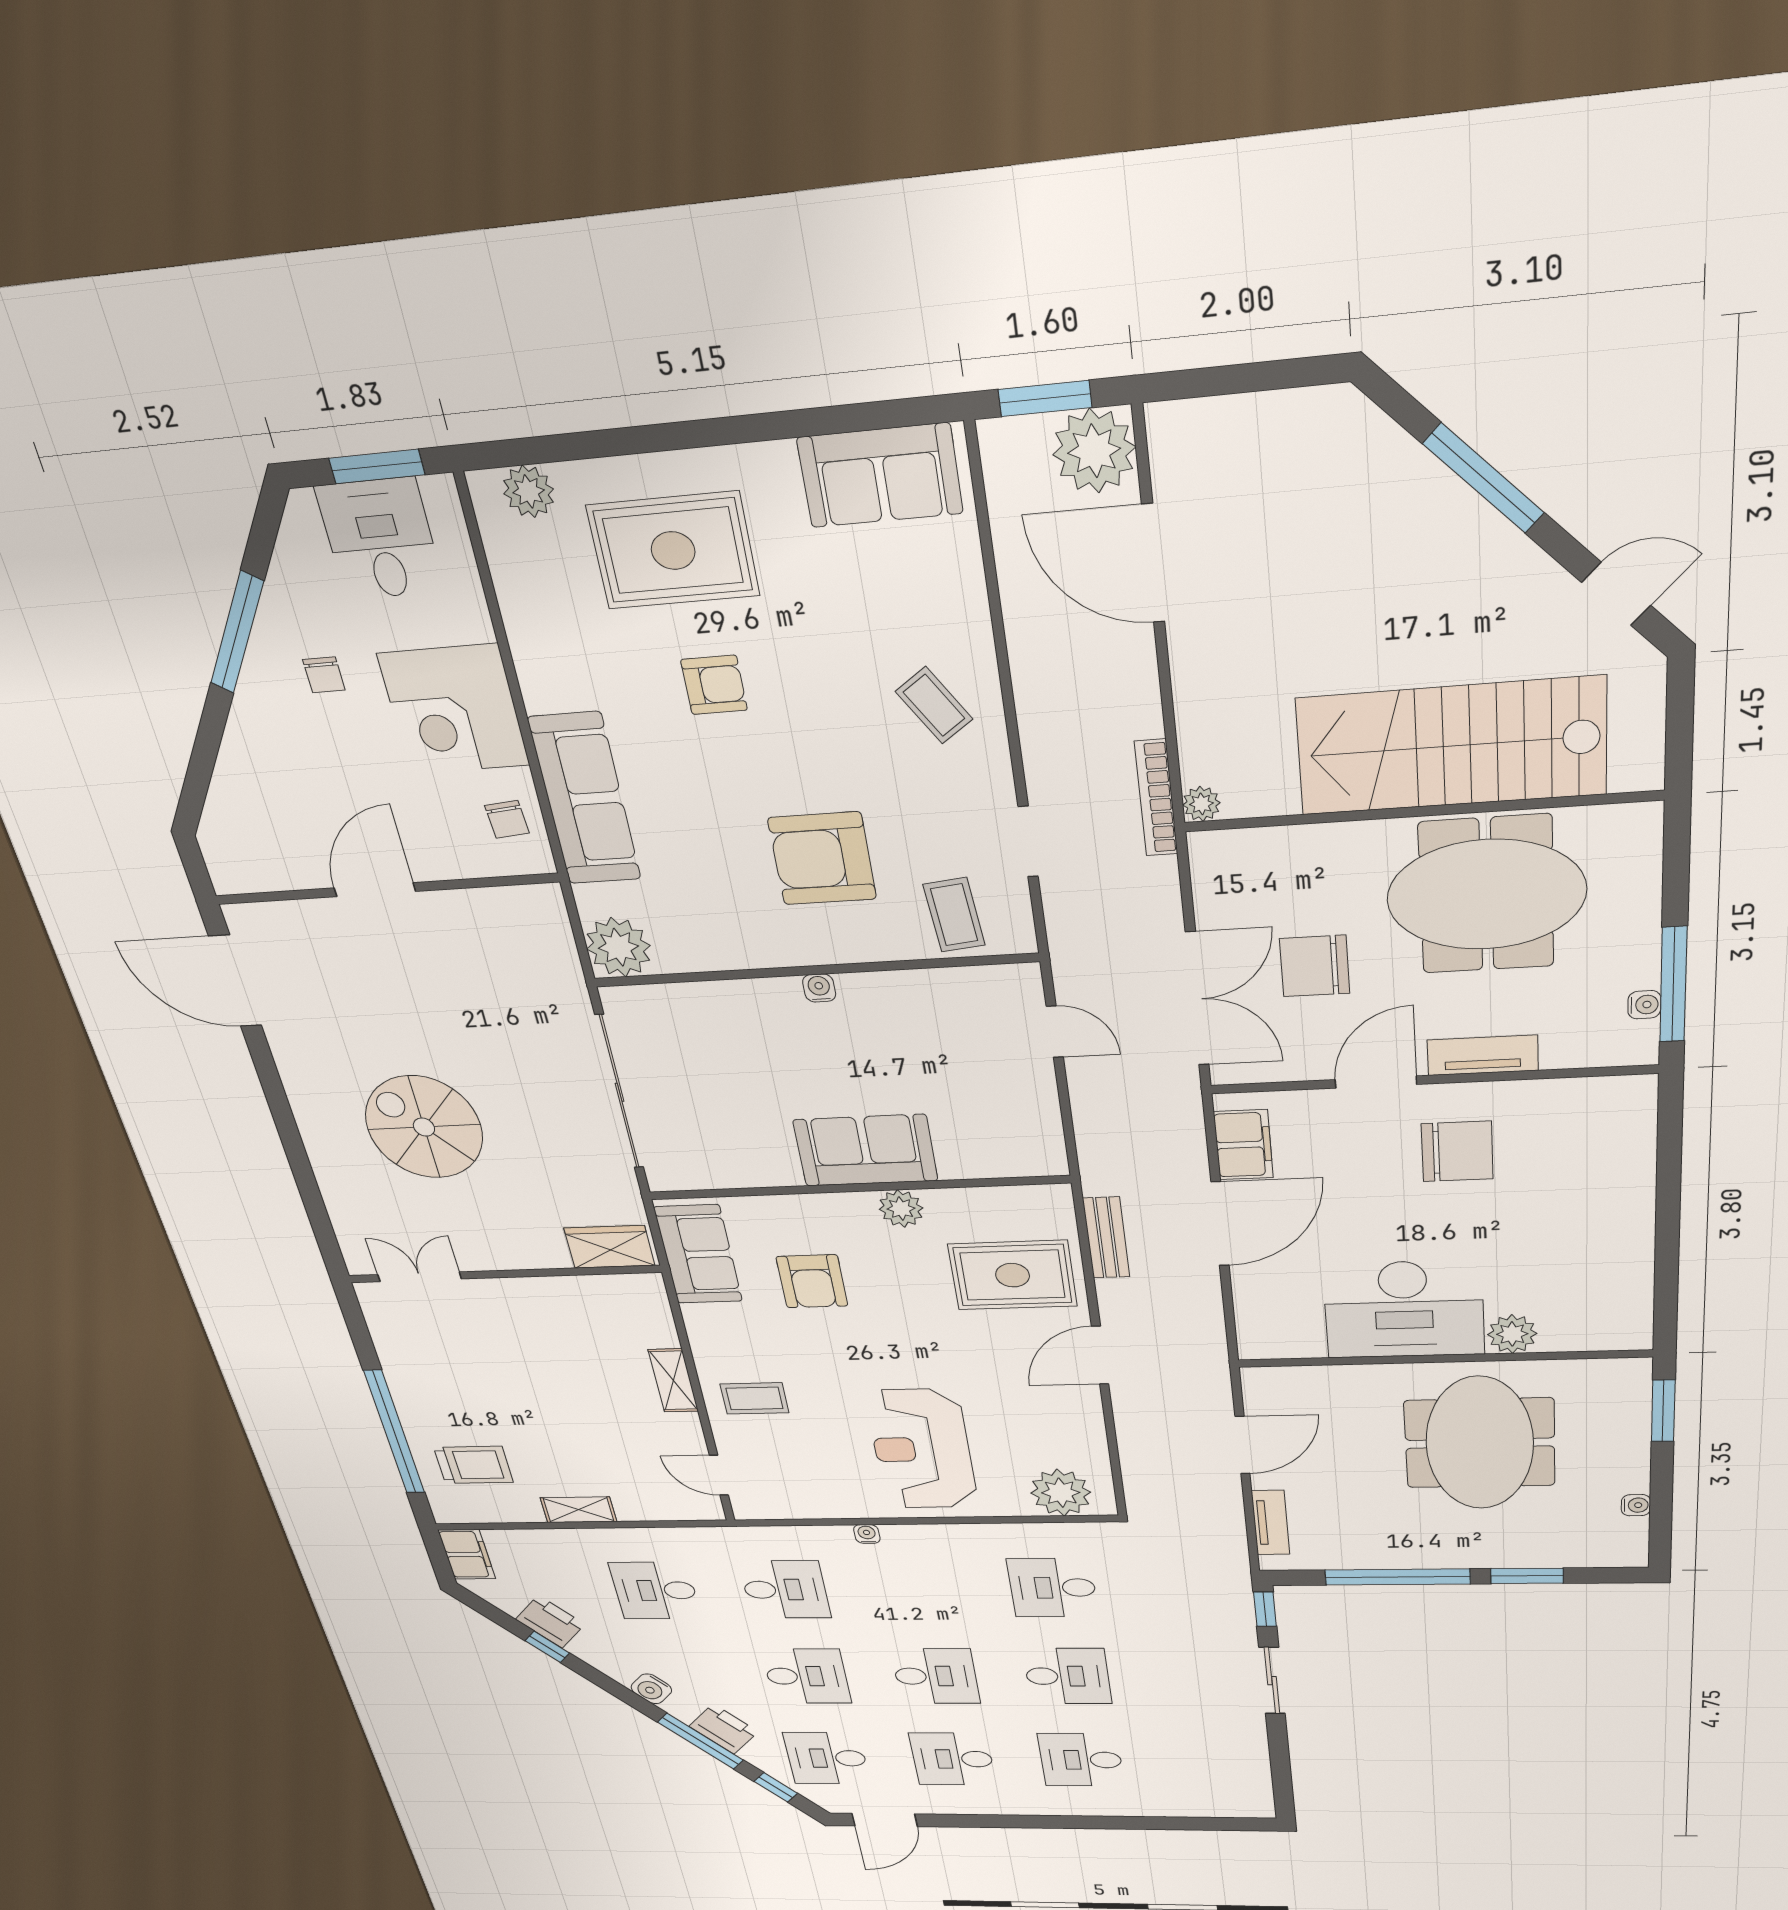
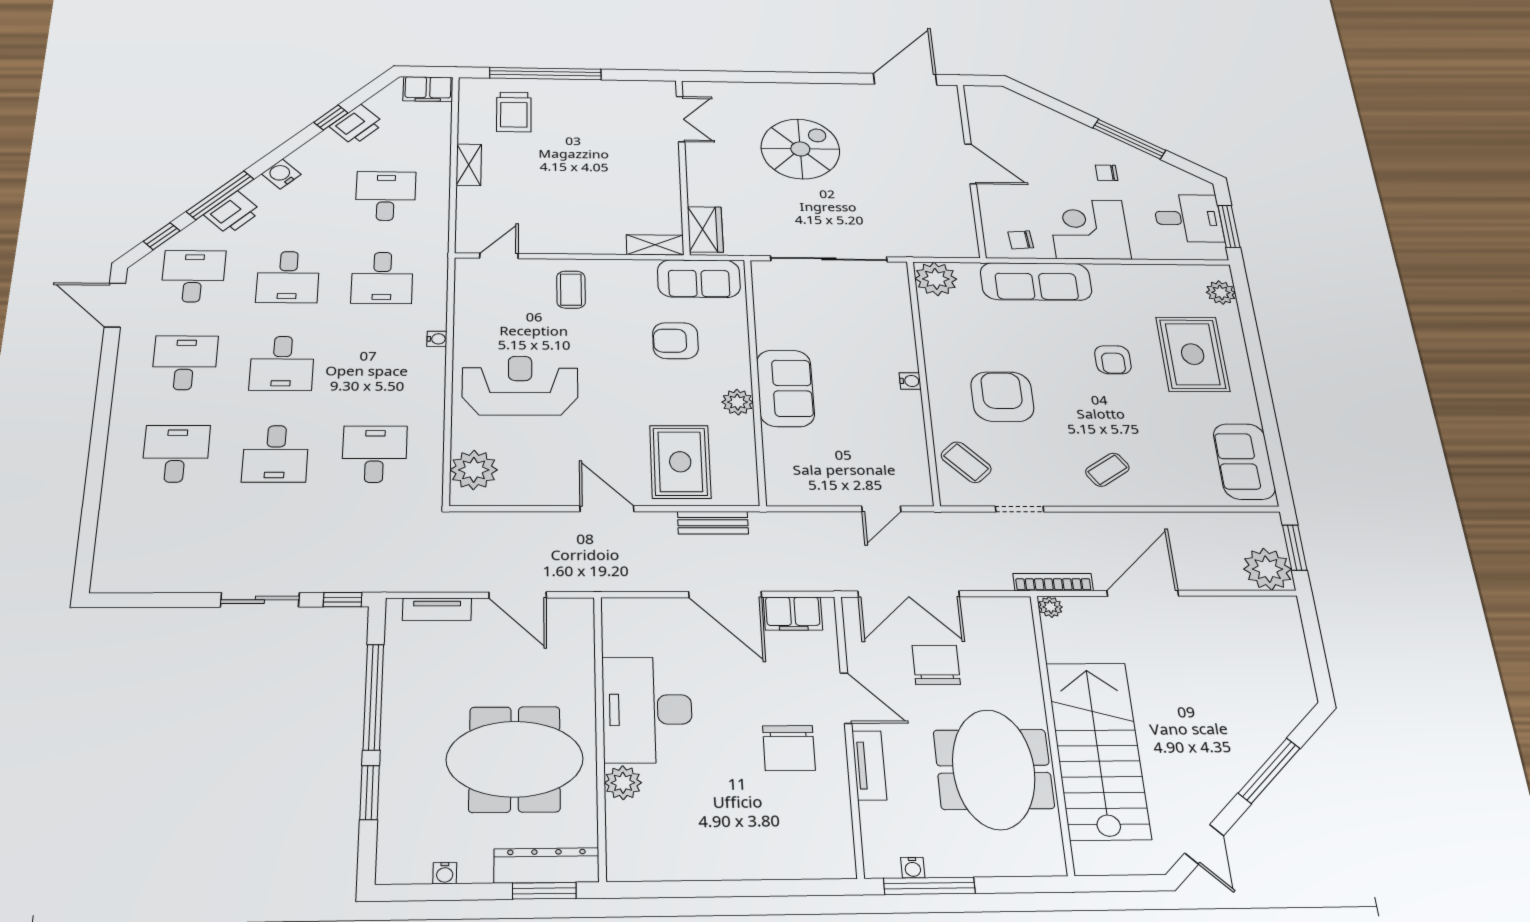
door: (1153, 563) -> (1143, 593), moved
coffee table: (954, 915) -> (966, 462), turned 52
shelving: (673, 1380) -> (655, 245), moved
dresser: (1628, 1409) -> (546, 865), added

